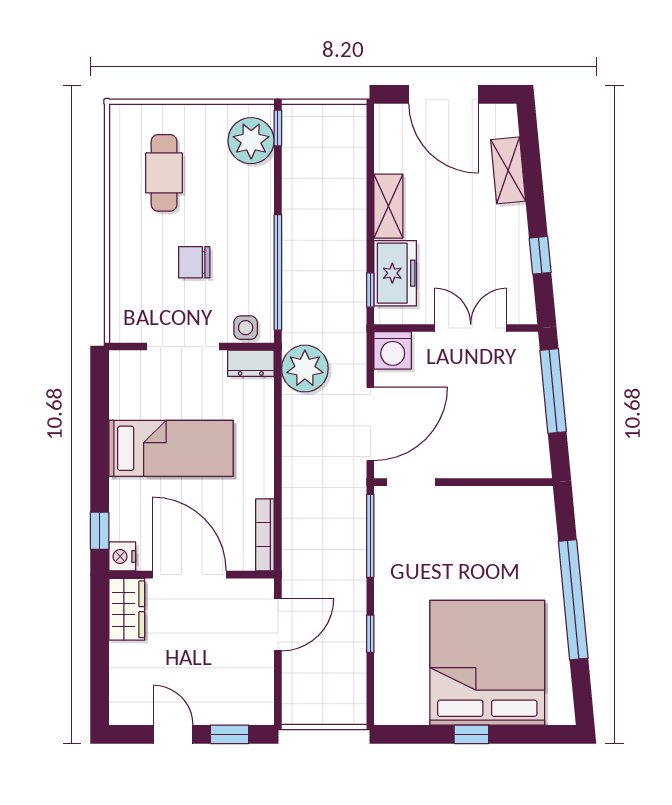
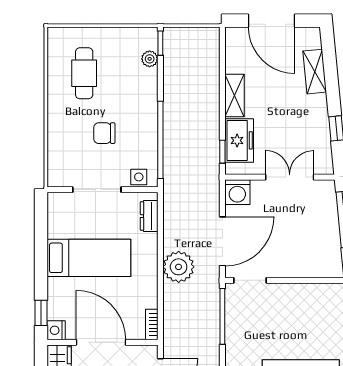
plant: (251, 141) -> (150, 59), width x0.53, depth x0.53
dresser: (251, 363) -> (149, 216), moved, turned 90
plant: (305, 369) -> (179, 267), moved
bookcase: (265, 535) -> (152, 324), width x0.64

